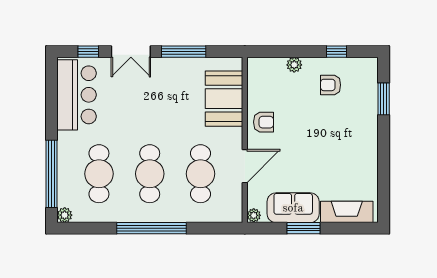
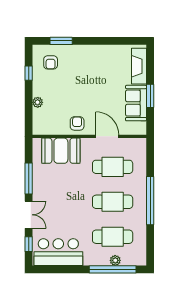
armchair: (331, 85) -> (51, 62), moved
plant: (65, 215) -> (115, 260), moved
plant: (254, 215) -> (141, 130), removed

